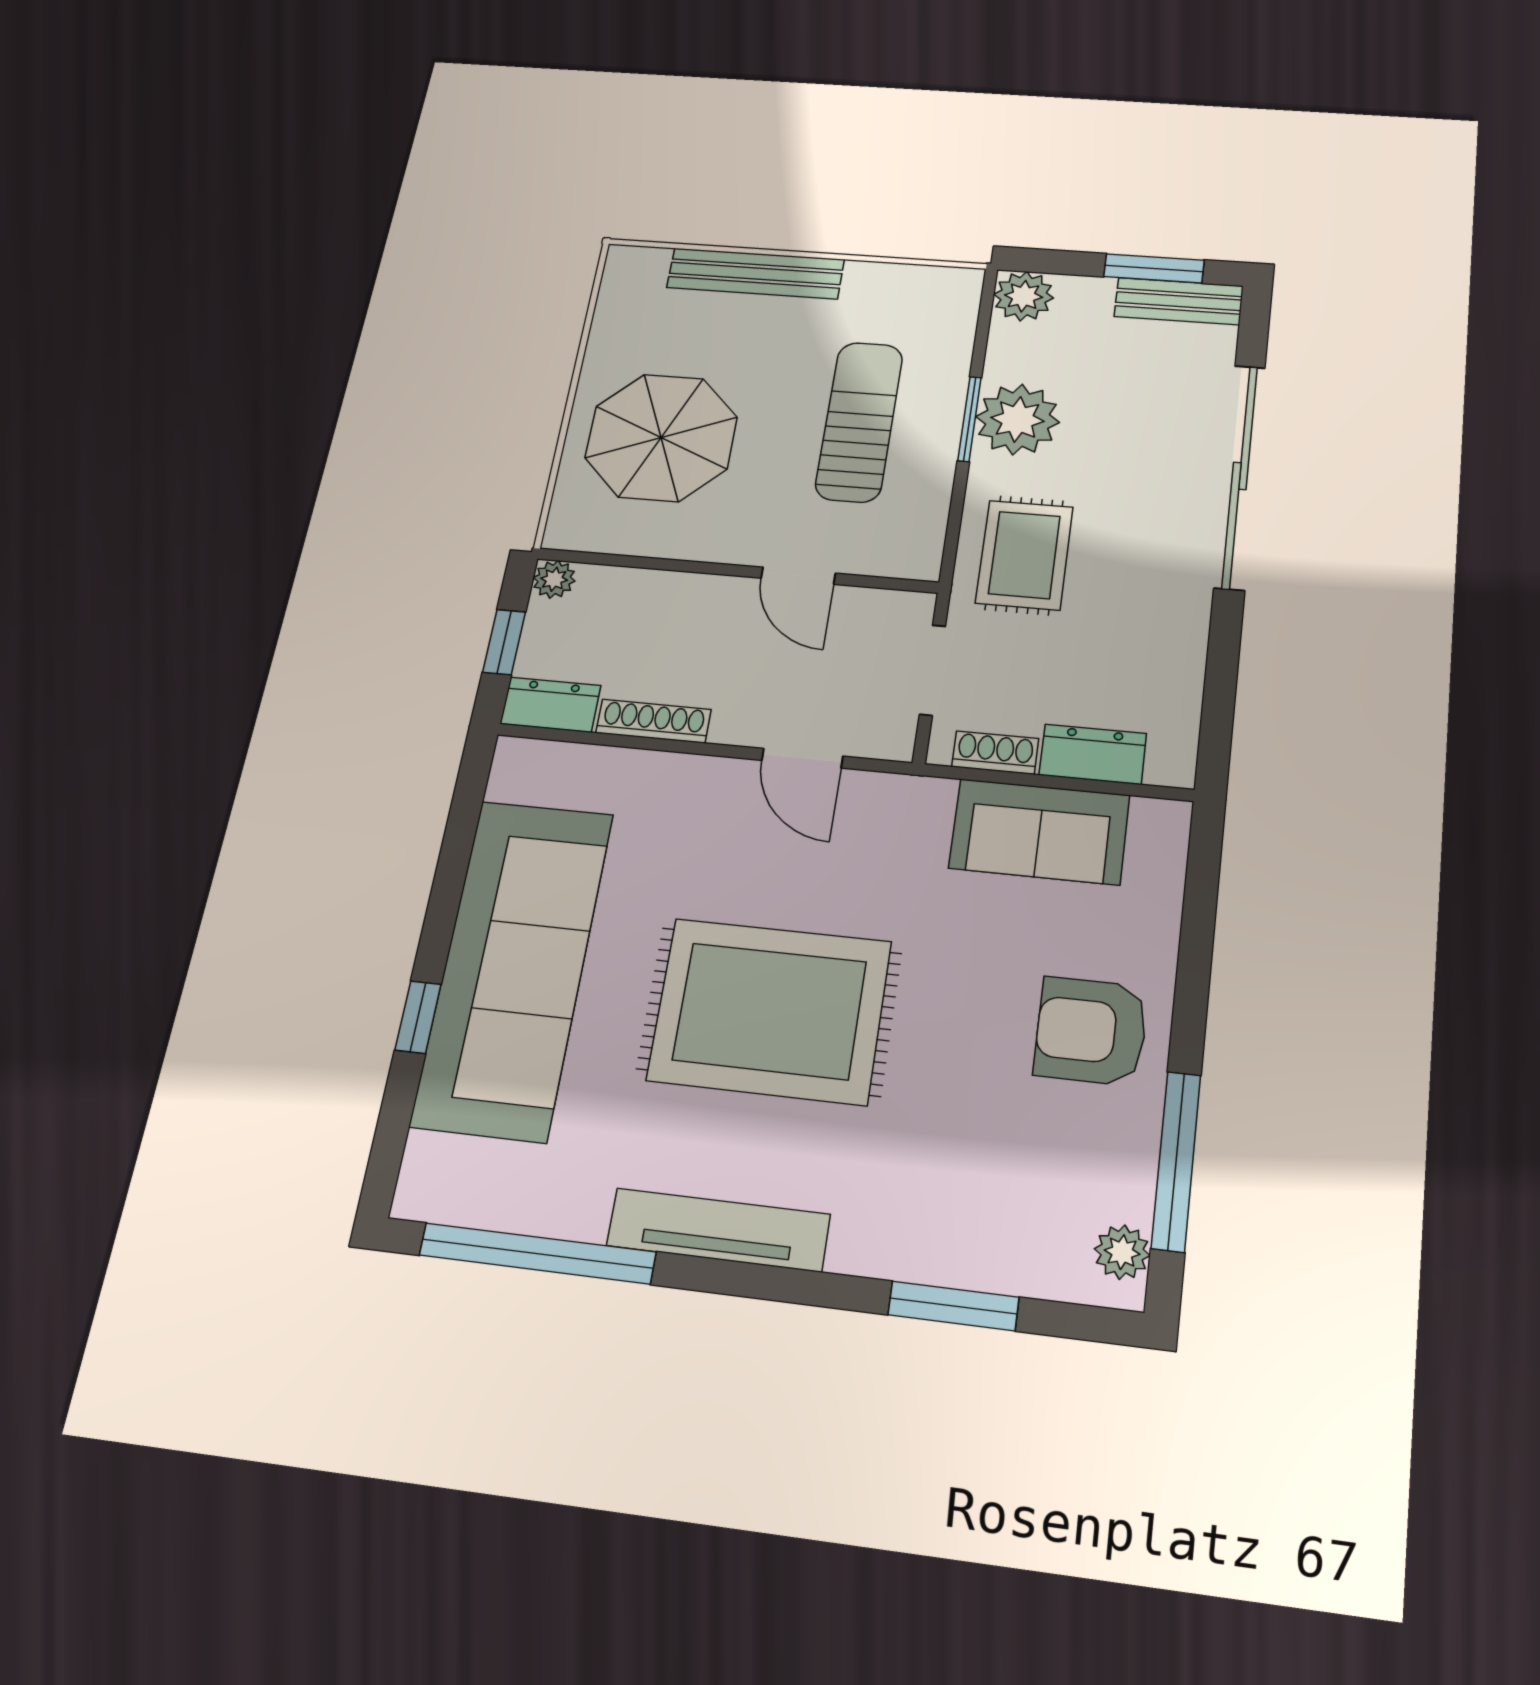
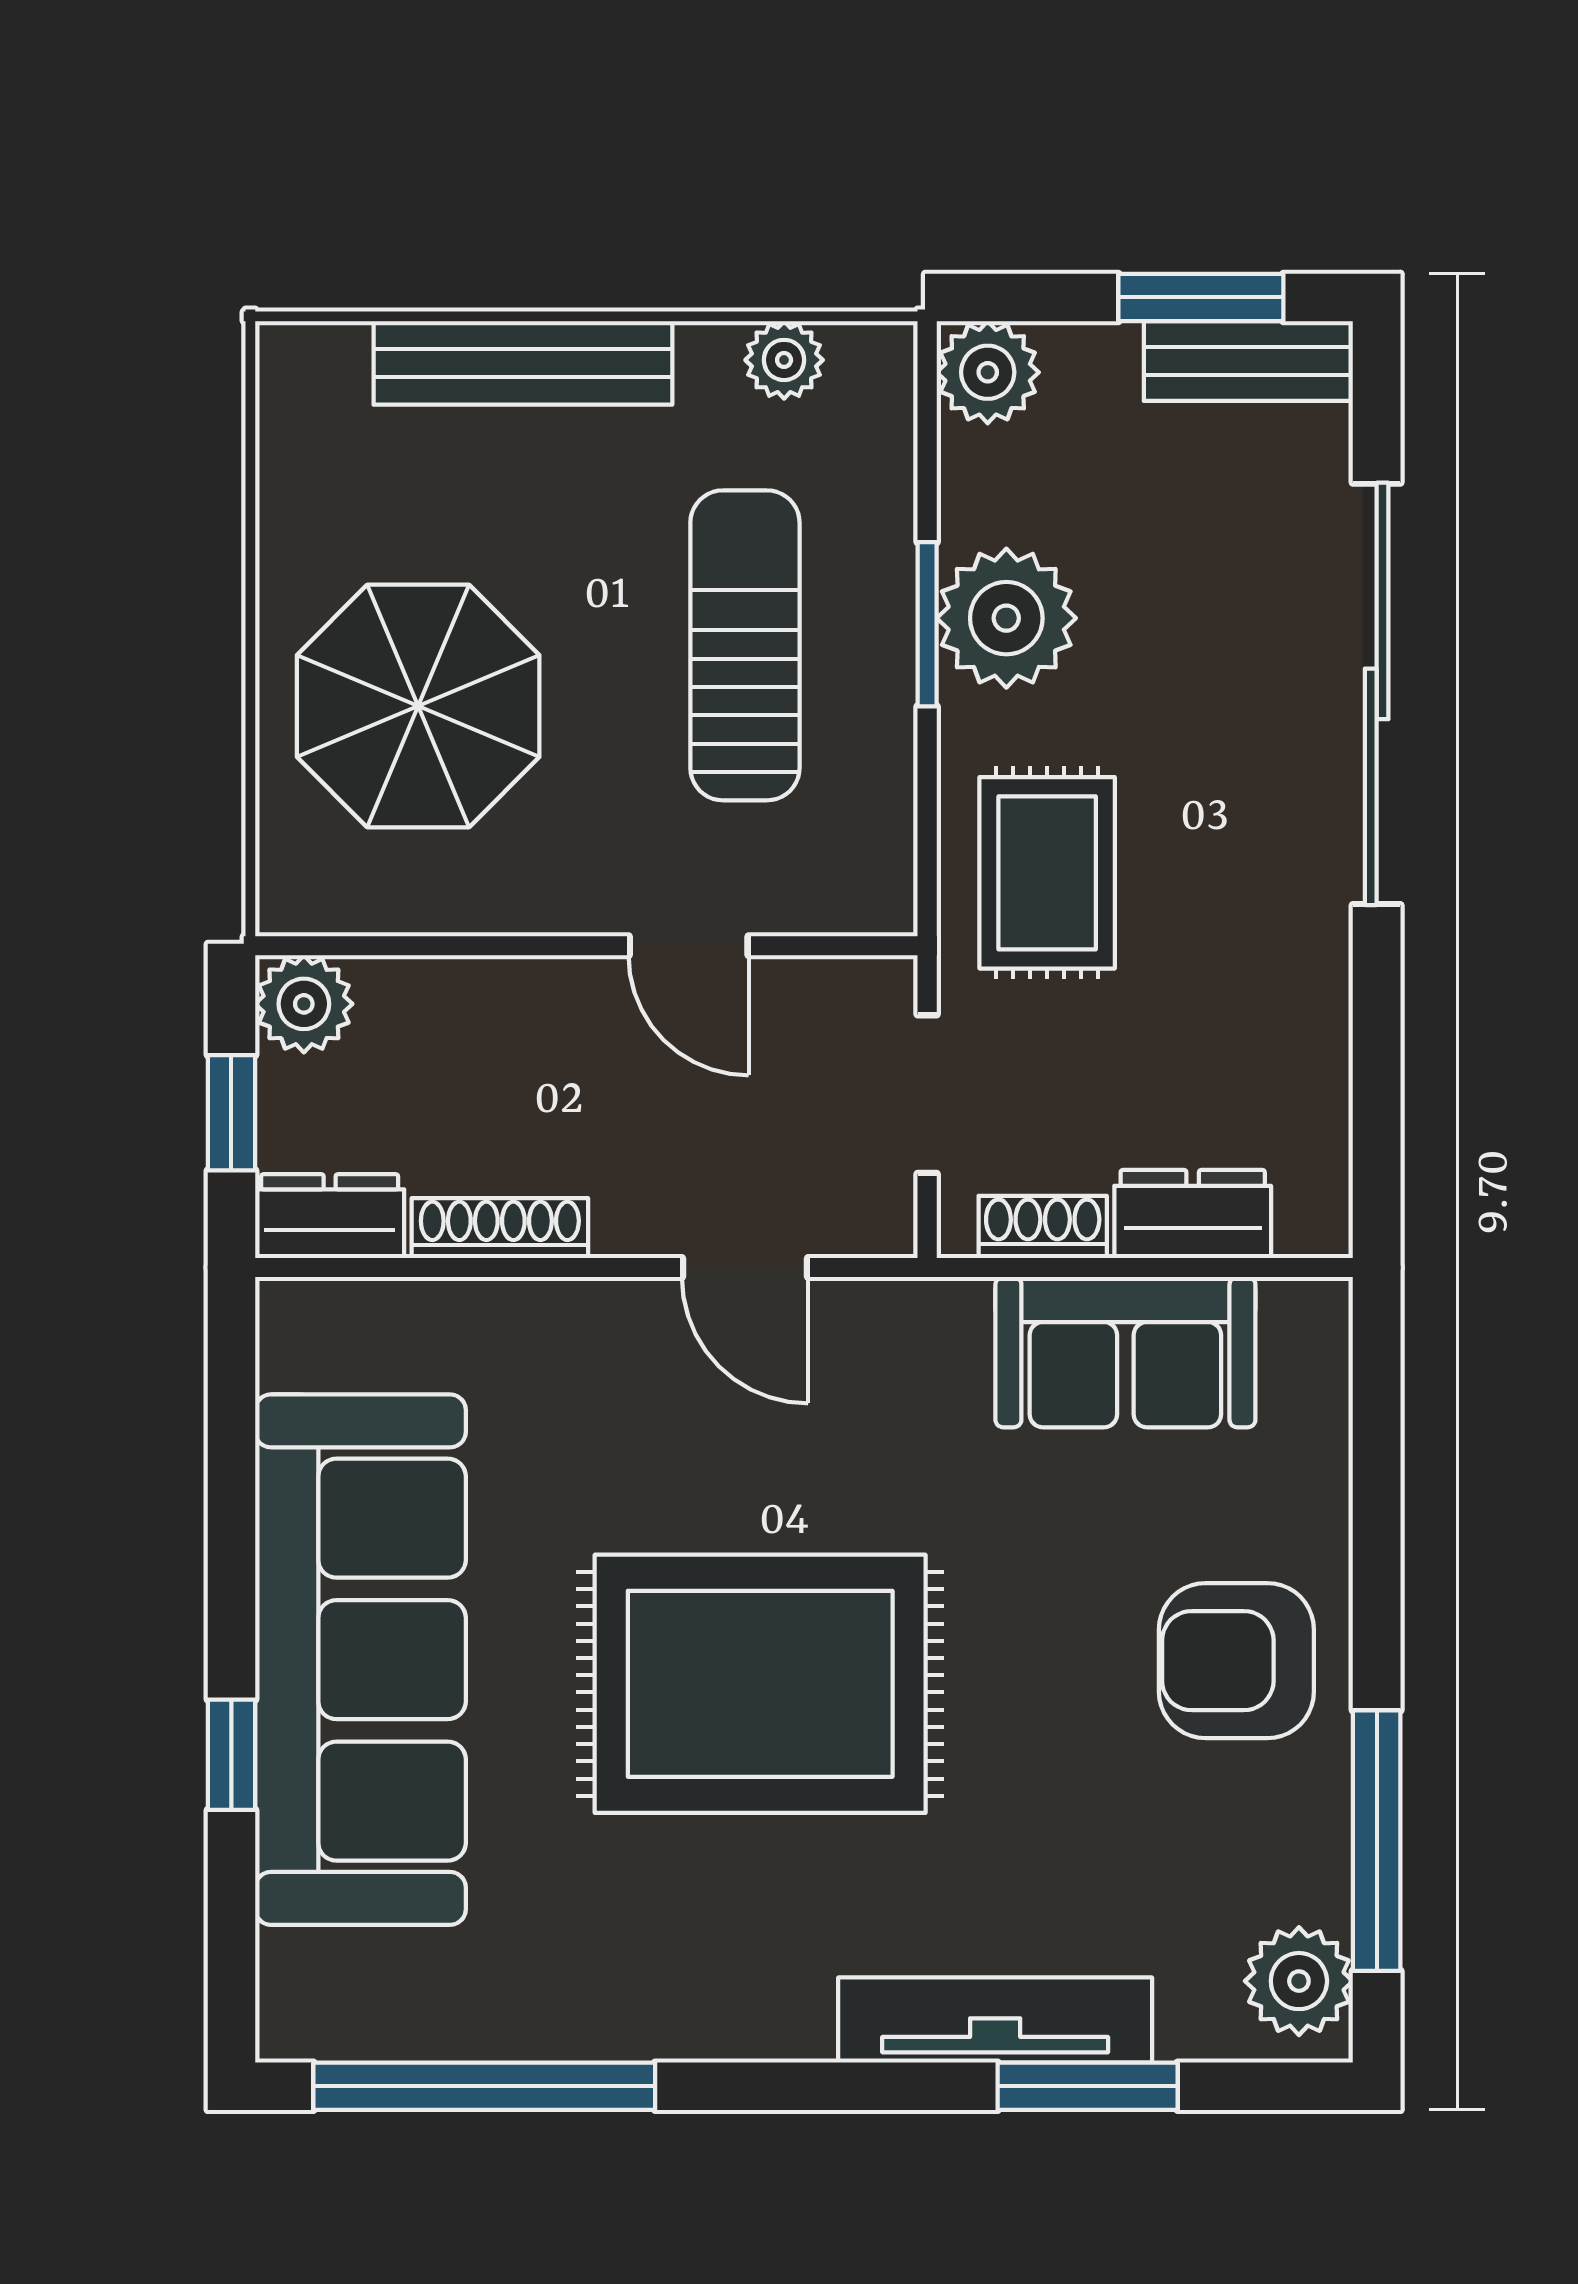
plant: (906, 282) -> (784, 360), added
plant: (554, 579) -> (304, 1004), width x1.38, depth x1.38
tv unit: (718, 1230) -> (995, 2020), moved
plant: (1122, 1252) -> (1299, 1981), width x1.38, depth x1.38

